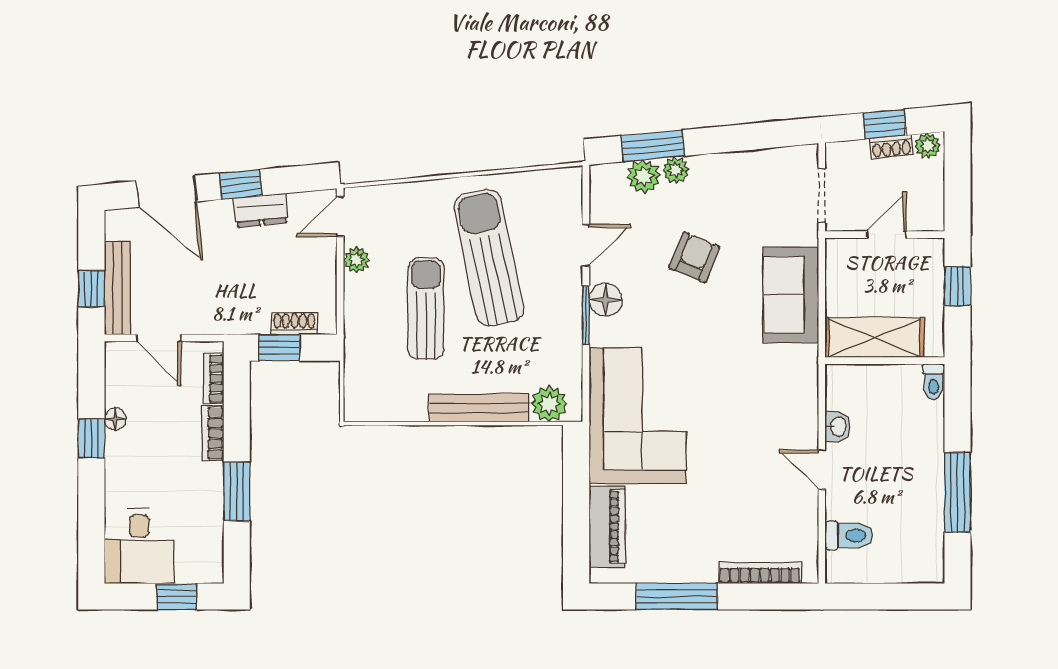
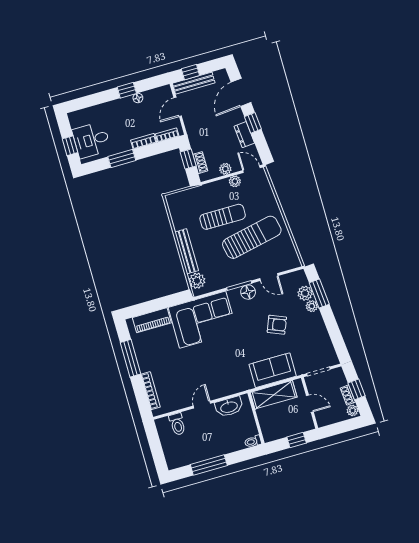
plant: (324, 273) -> (225, 169), added
shelving: (874, 338) -> (274, 395), moved, turned 90
washbasin: (838, 427) -> (229, 407), width x1.91, depth x1.45
desk: (139, 546) -> (91, 140), moved

